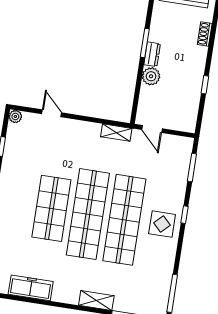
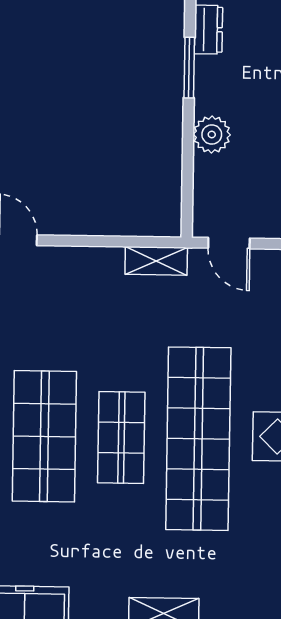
dresser: (152, 54) -> (208, 30), moved
shop shelf: (88, 214) -> (121, 437), width x0.50, depth x0.74

